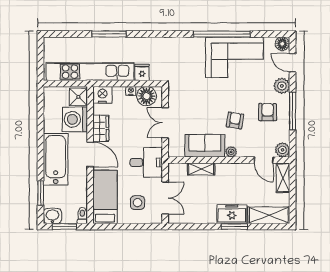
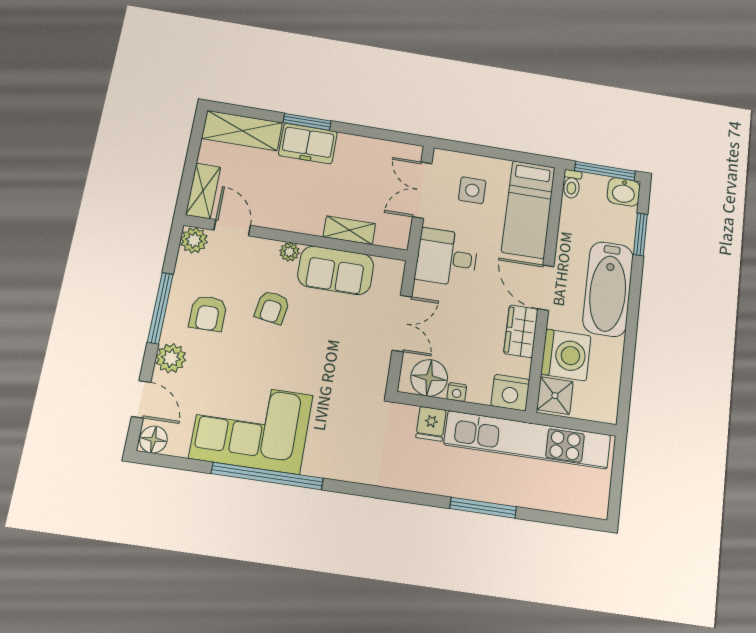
window: (64, 227) -> (605, 171), width x1.44

